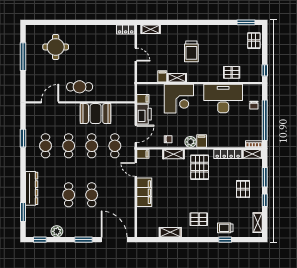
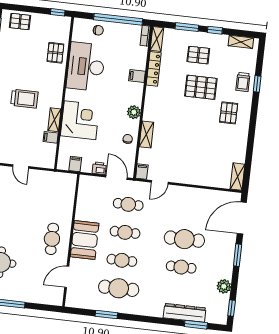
door: (136, 55) -> (21, 166), swing flipped
door: (50, 102) -> (67, 277), hinge flipped
booth: (96, 114) -> (85, 240), moved
printer: (144, 114) -> (99, 168), width x0.53, depth x0.68
filing cabinet: (202, 141) -> (137, 76), moved
cafe table: (46, 146) -> (119, 288), width x1.37, depth x1.35
pallet: (200, 167) -> (201, 87), moved
dresser: (32, 188) -> (185, 313), moved
filing cabinet: (144, 192) -> (188, 175), removed
cafe table: (92, 195) -> (184, 239), width x1.37, depth x1.35
shelving: (170, 232) -> (237, 177), moved

